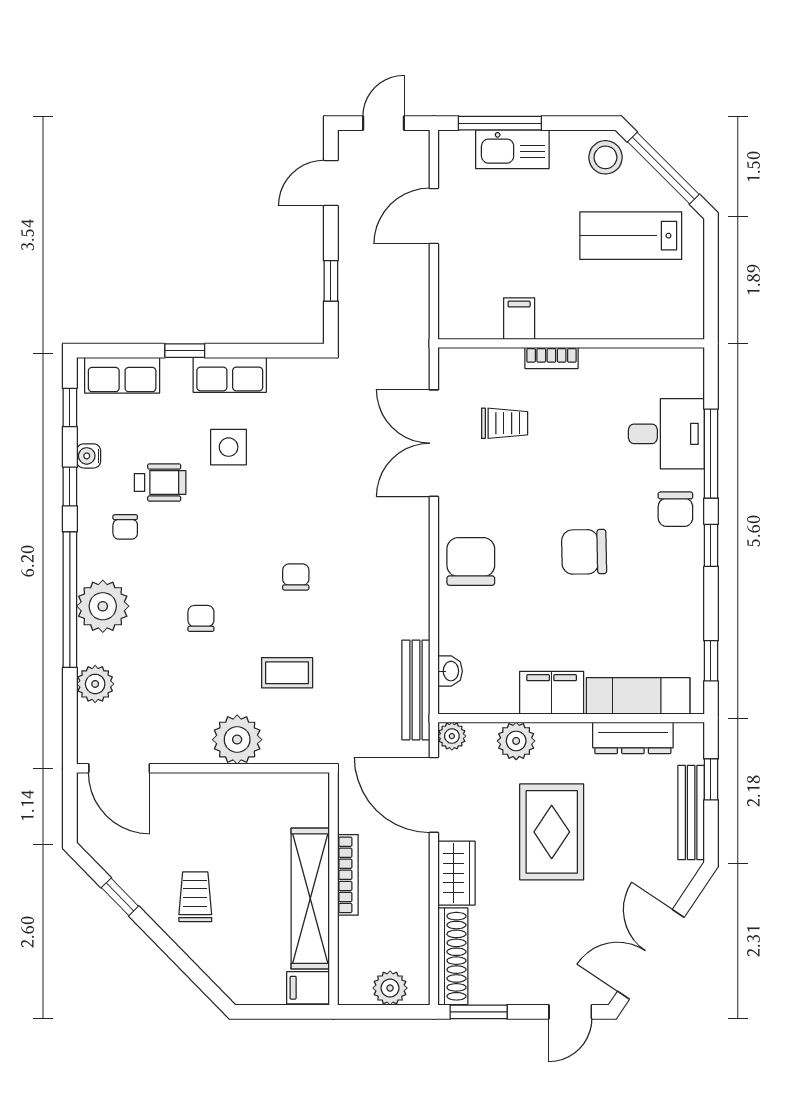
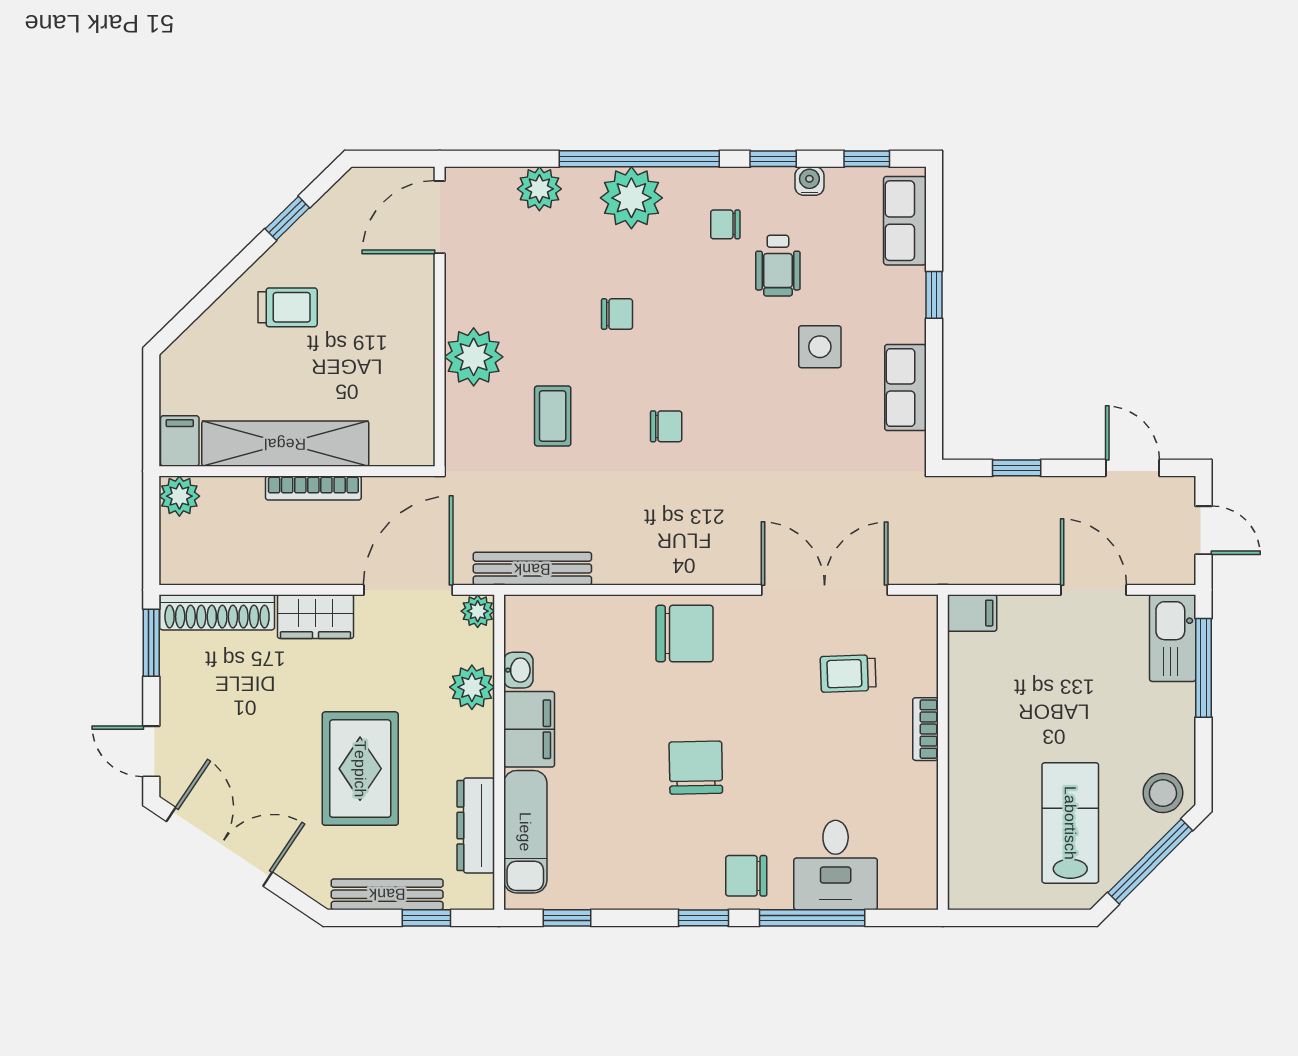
kitchen sink: (512, 149) -> (1173, 638), moved
filing cabinet: (519, 319) -> (972, 613), moved
row of seats: (230, 375) -> (905, 388), moved
trolley: (505, 423) -> (848, 674), turned 88
washbasin: (450, 671) -> (518, 670), moved, turned -90
rug: (552, 832) -> (360, 769), moved, turned 90
plant: (390, 988) -> (179, 496), moved

